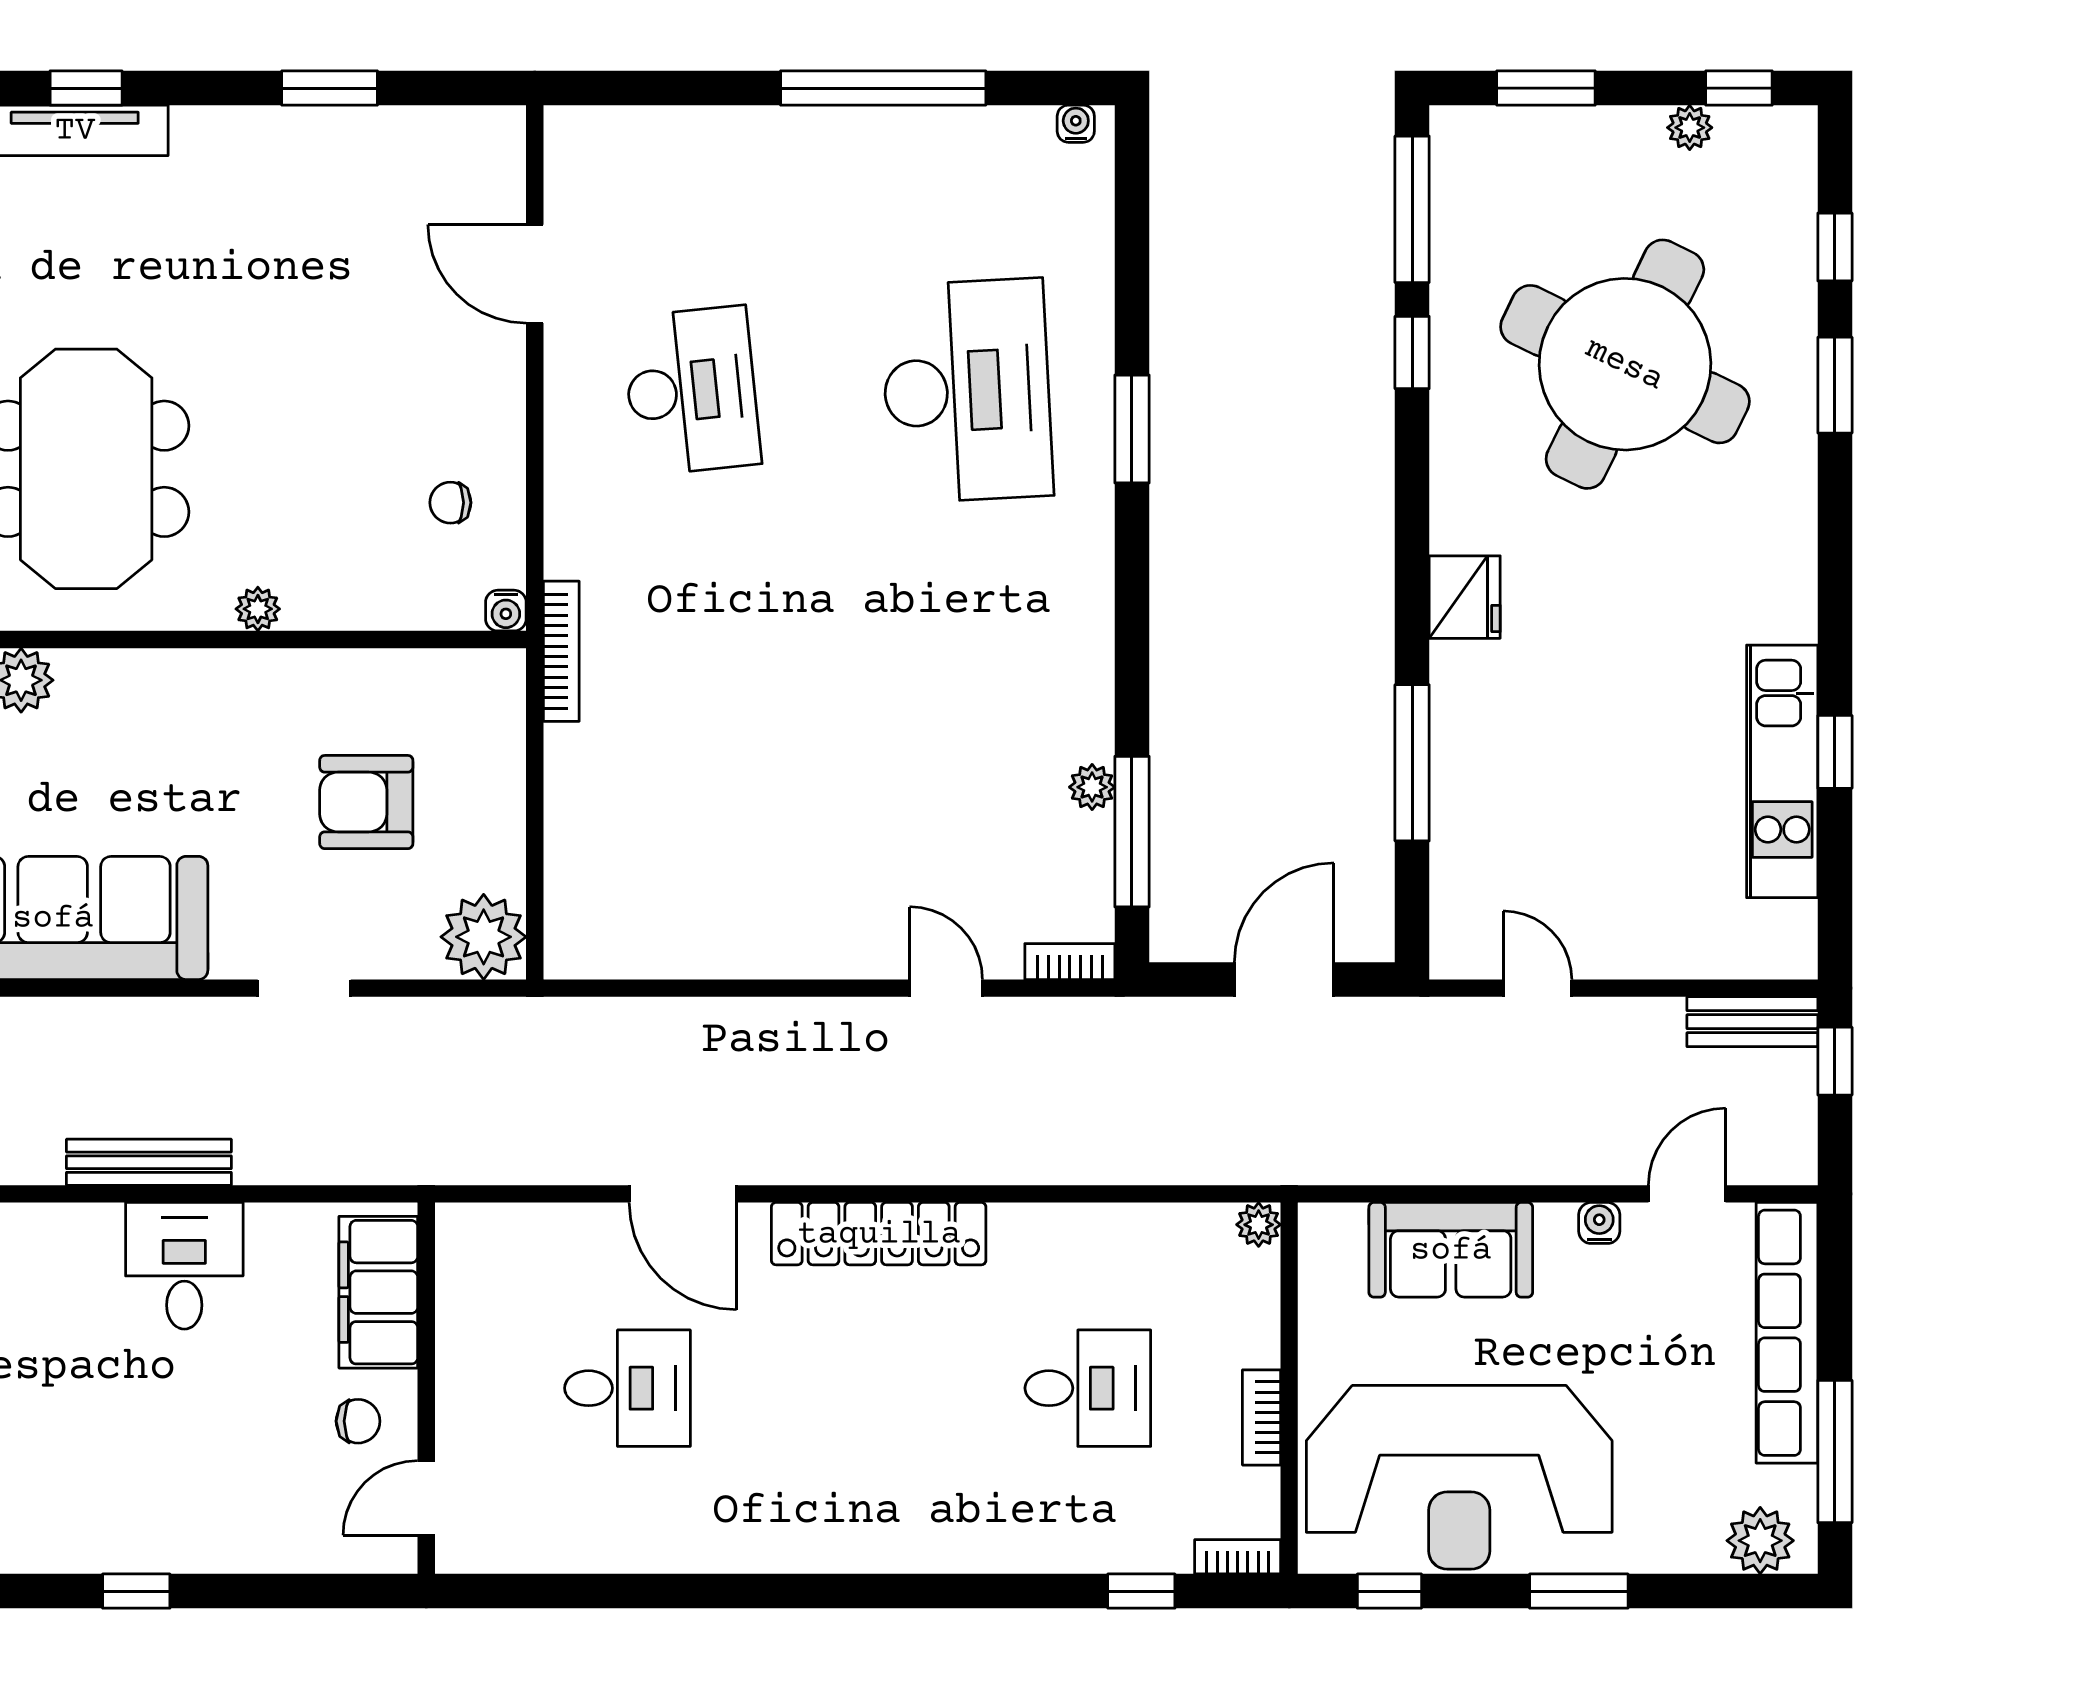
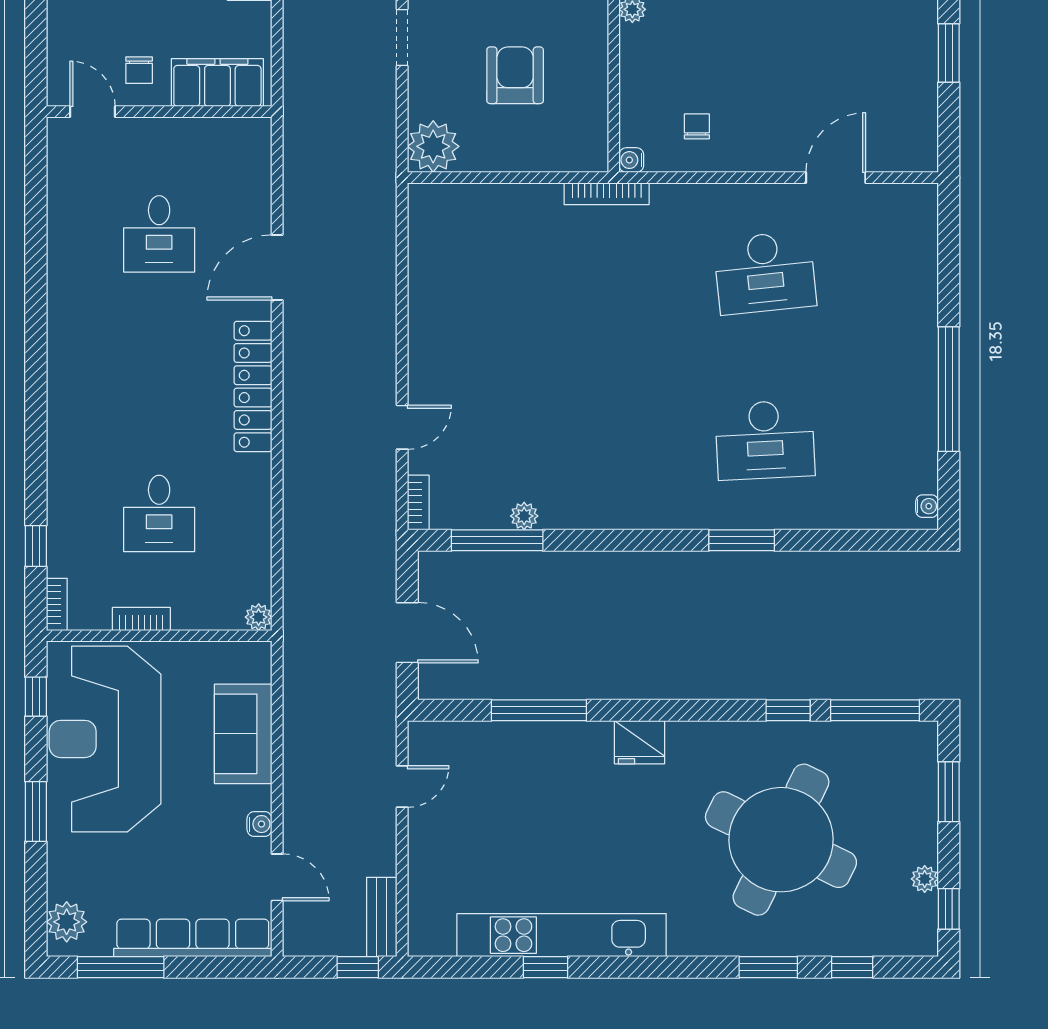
desk: (967, 391) -> (765, 440), width x0.73, depth x0.77
kitchen unit: (1782, 771) -> (562, 935), width x1.36

